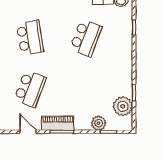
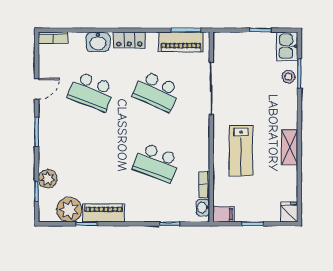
school desk: (30, 38) -> (156, 91), turned 33
piano: (58, 123) -> (104, 213), moved, turned -90

